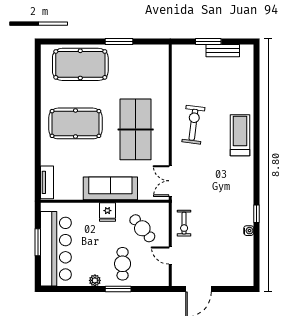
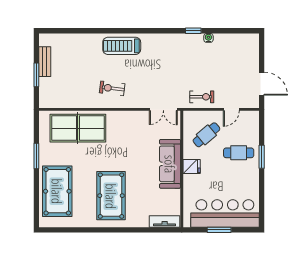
exercise bike: (193, 125) -> (112, 88), width x0.73, depth x0.72
table tennis table: (136, 129) -> (78, 128), moved
plant: (95, 280) -> (254, 178), removed

